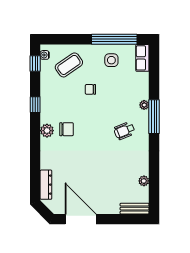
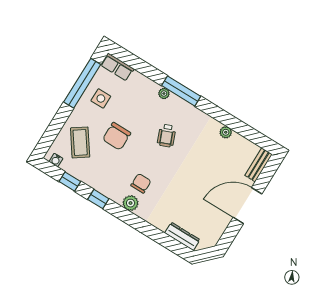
window: (35, 64) -> (70, 181), moved
chair: (90, 89) -> (117, 136), width x1.87, depth x1.87
wheelchair: (124, 131) -> (167, 136), moved
plant: (144, 181) -> (226, 132), moved
door: (81, 219) -> (248, 206), moved

